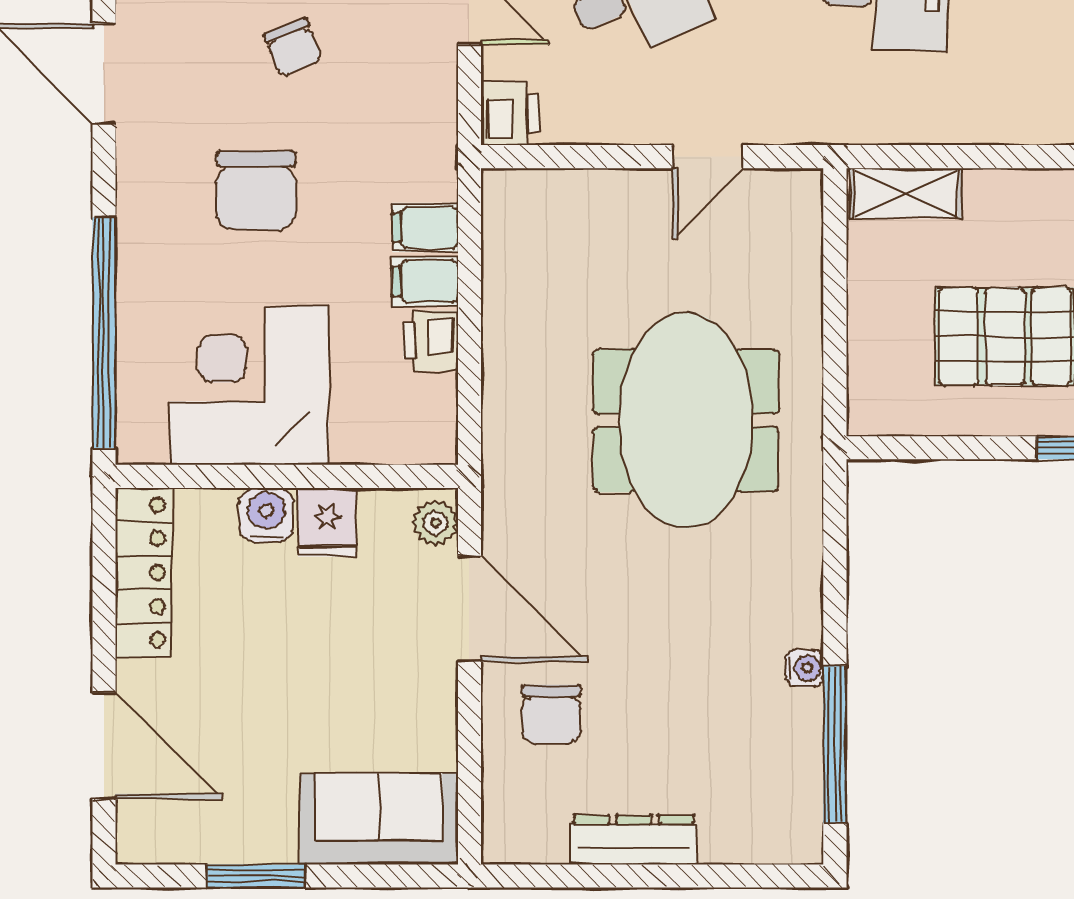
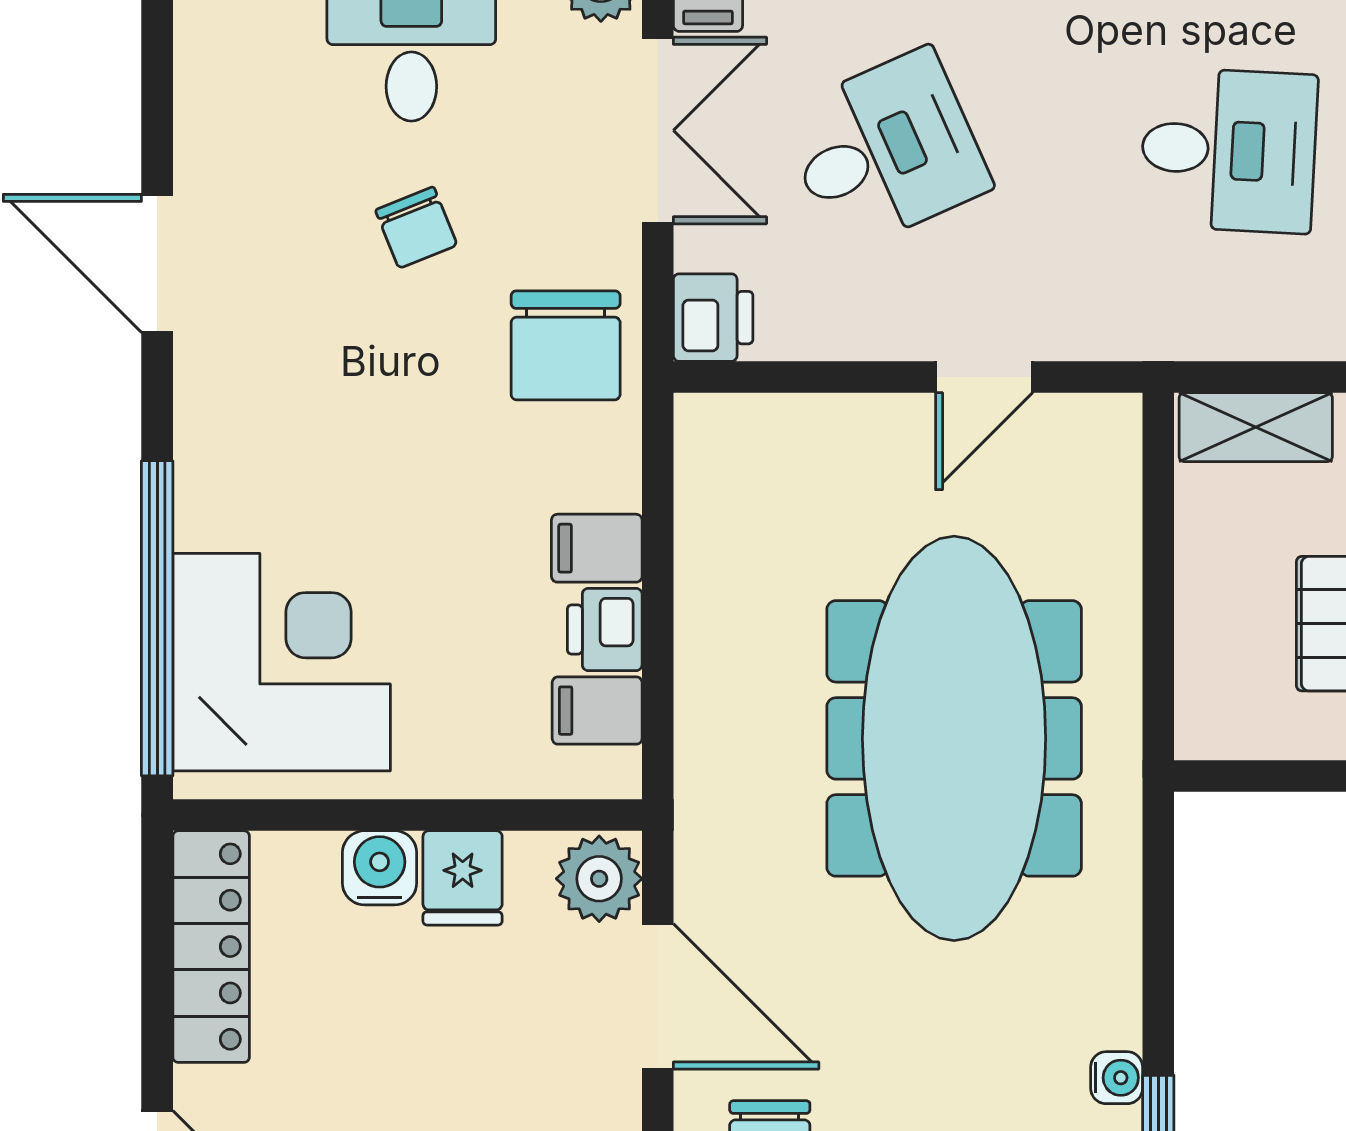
chair: (256, 190) -> (566, 345), moved
filing cabinet: (425, 228) -> (597, 711), moved
corner desk: (249, 386) -> (282, 662), moved, turned 90
meeting table: (686, 420) -> (954, 738), width x1.36
plant: (435, 523) -> (599, 879), width x1.38, depth x1.38

